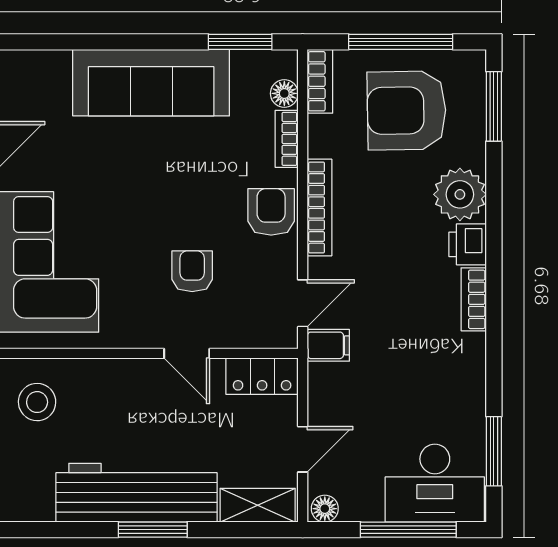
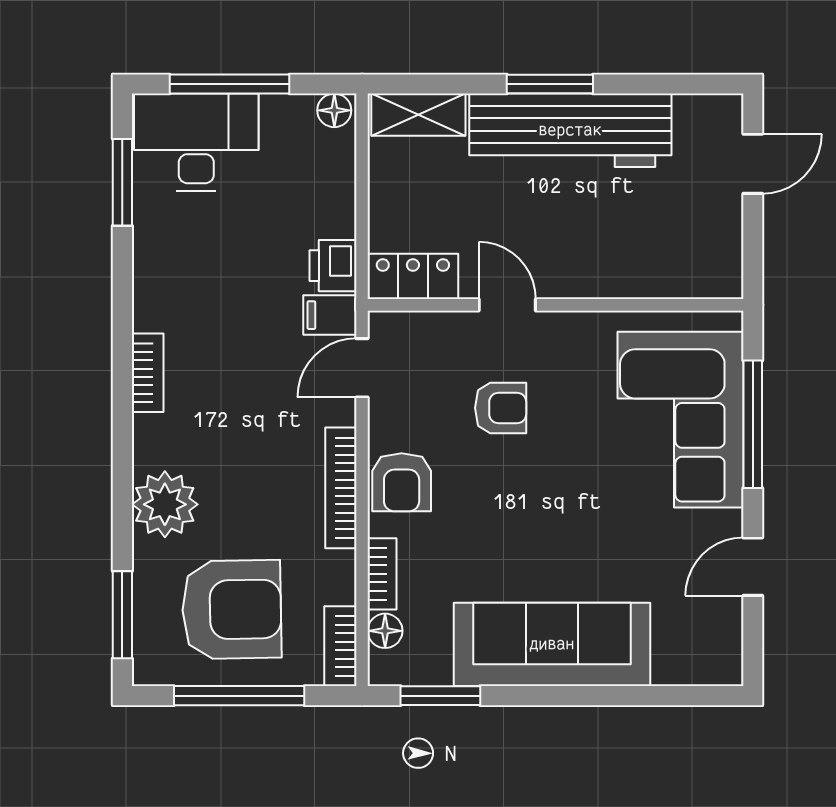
printer: (468, 244) -> (333, 266), moved, turned 180
armchair: (192, 271) -> (501, 408), turned -90
stool: (37, 402) -> (695, 244), removed
door: (303, 449) -> (362, 185), removed

